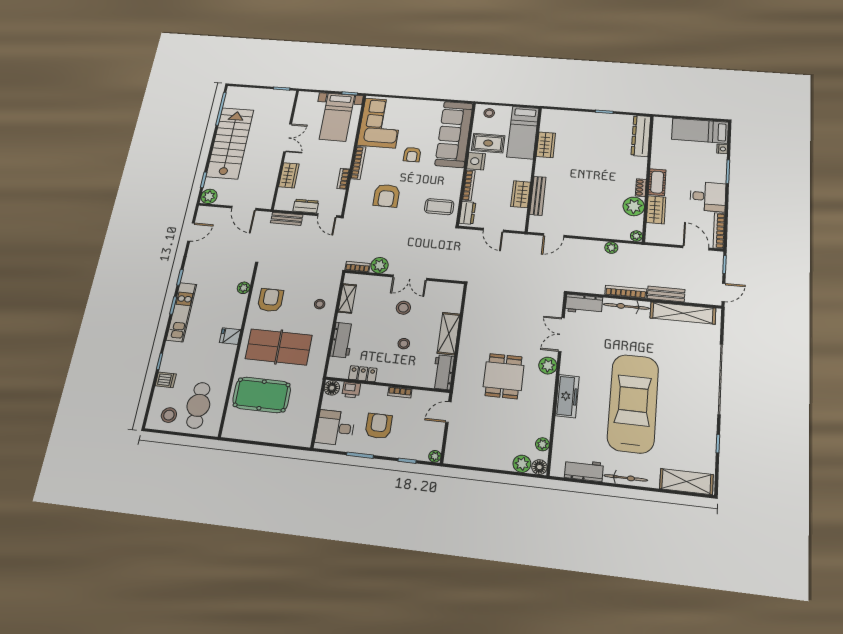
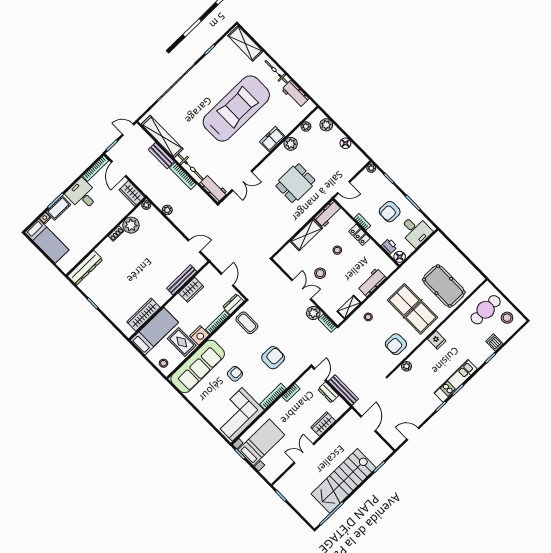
wardrobe: (546, 145) -> (144, 315), width x1.50
cot: (657, 182) -> (58, 208), moved
plant: (209, 196) -> (384, 451), removed
wardrobe: (656, 210) -> (132, 193), moved, turned -90
bench: (287, 219) -> (343, 390), width x1.36
plant: (548, 366) -> (291, 144), moved
locker: (363, 374) -> (359, 235), moved
freezer: (567, 396) -> (272, 139), width x0.71
car: (633, 403) -> (236, 108), turned 180
floor lamp: (539, 467) -> (345, 143), moved

